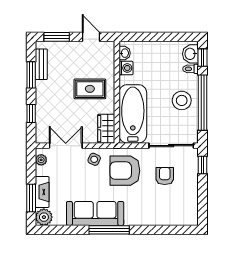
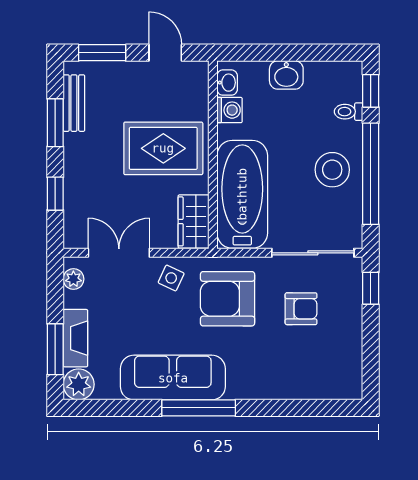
washbasin: (190, 54) -> (286, 75), moved, turned -90
rug: (90, 89) -> (163, 148), width x1.36, depth x1.43
armchair: (165, 176) -> (301, 309), turned 90

